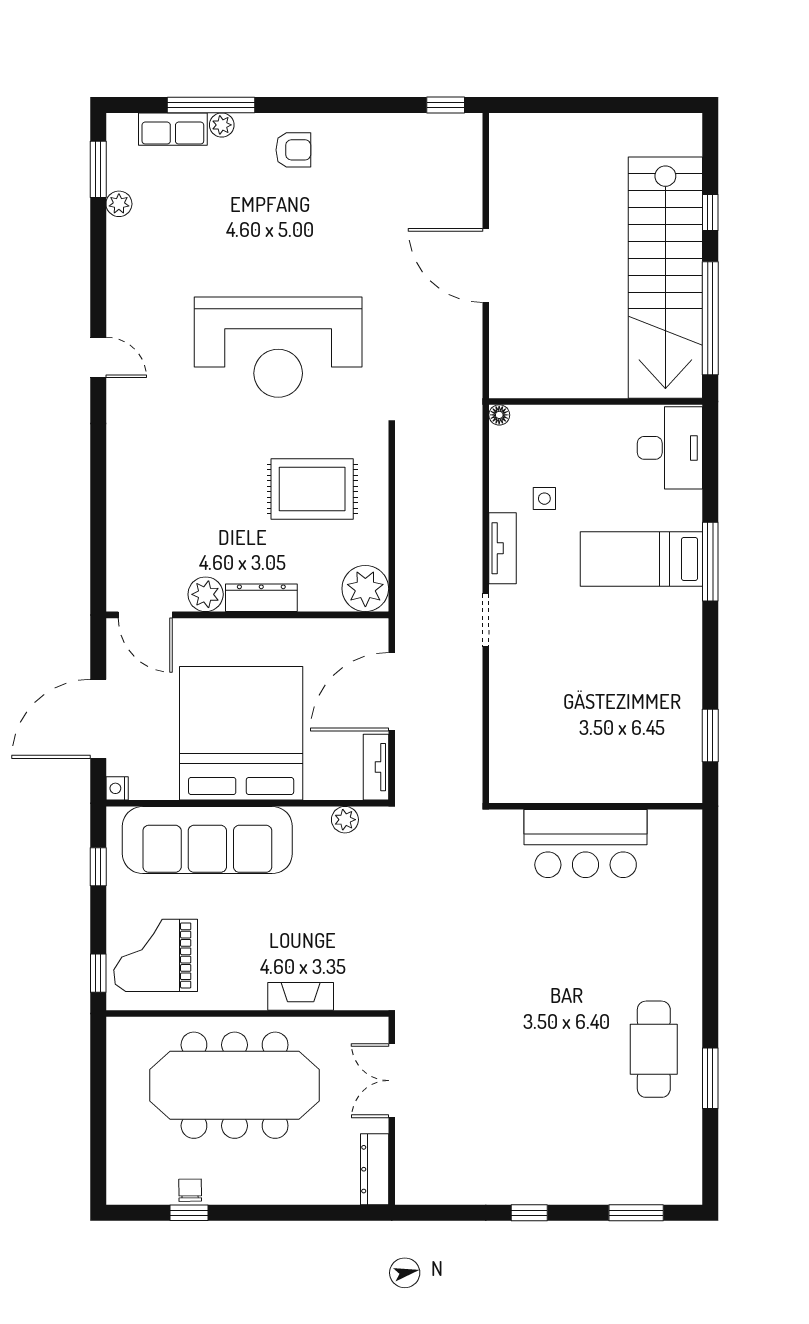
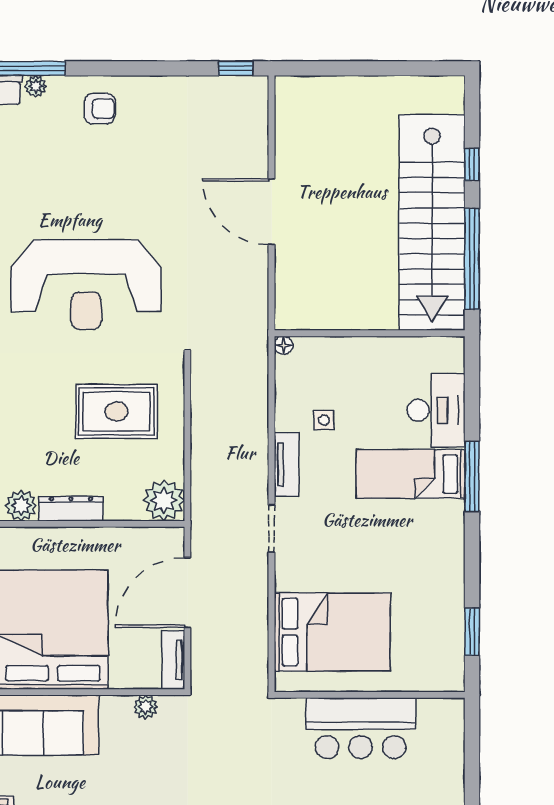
desk: (670, 448) -> (436, 410), moved
bed: (554, 736) -> (332, 632), added

